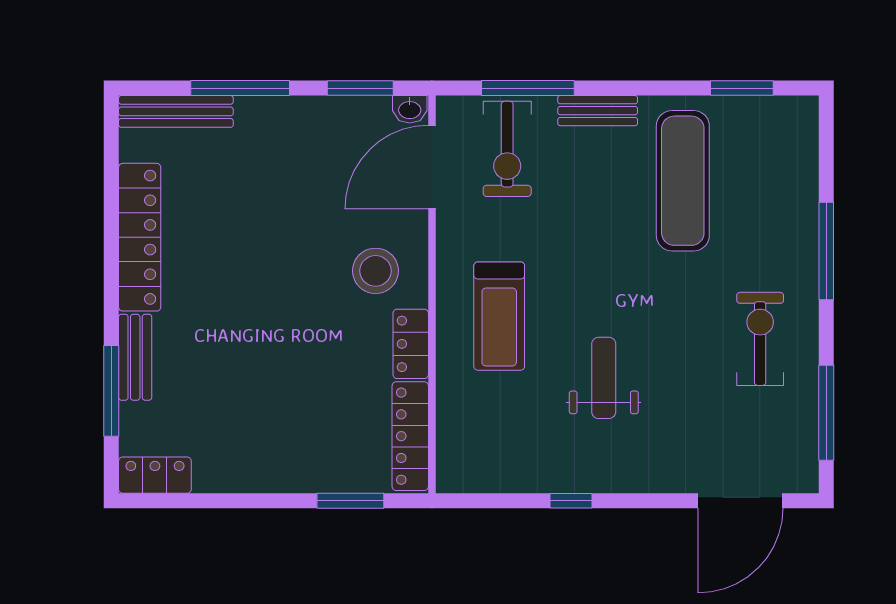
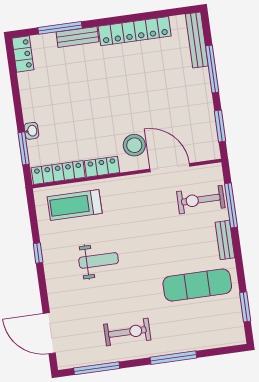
washbasin: (410, 109) -> (31, 131), moved, turned 180
door: (432, 167) -> (170, 168), moved
treadmill: (499, 316) -> (75, 205), moved

